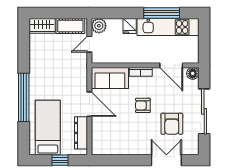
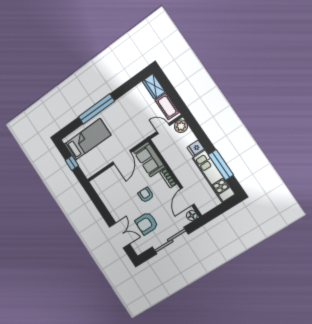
dresser: (81, 133) -> (99, 165), removed

